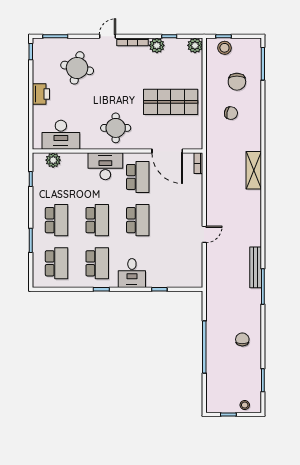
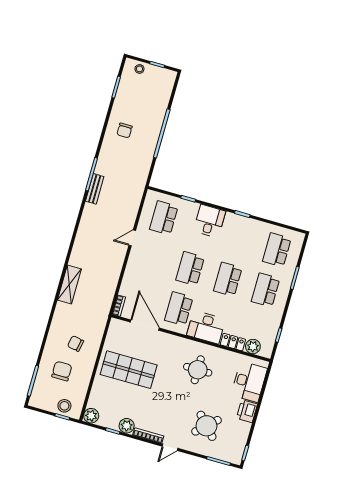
round table: (77, 68) -> (206, 426), turned 34
round table: (116, 128) -> (198, 370), moved
desk: (61, 135) -> (249, 382), moved, turned 90
locker: (74, 159) -> (233, 342), added
school desk: (97, 263) -> (164, 218), moved
bench: (256, 267) -> (95, 189), width x0.73

